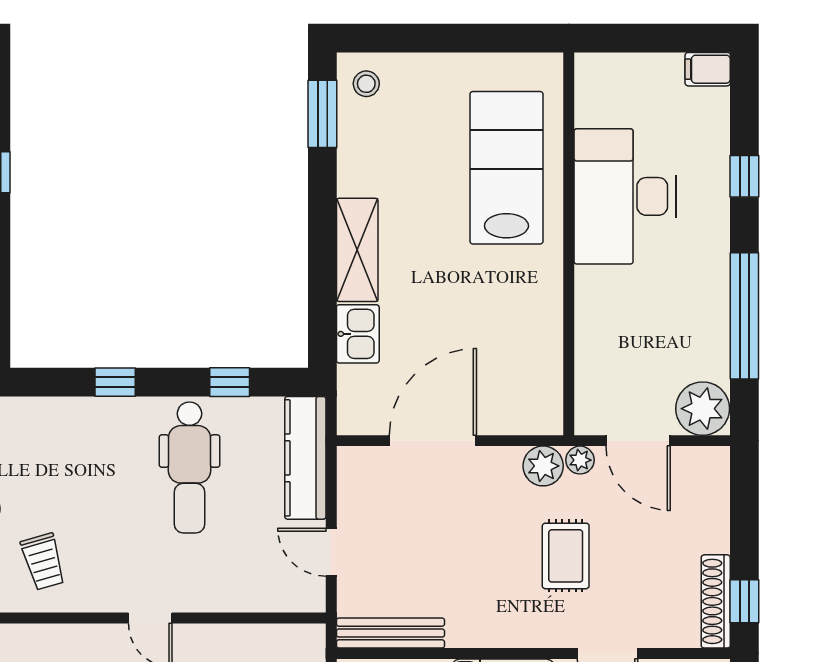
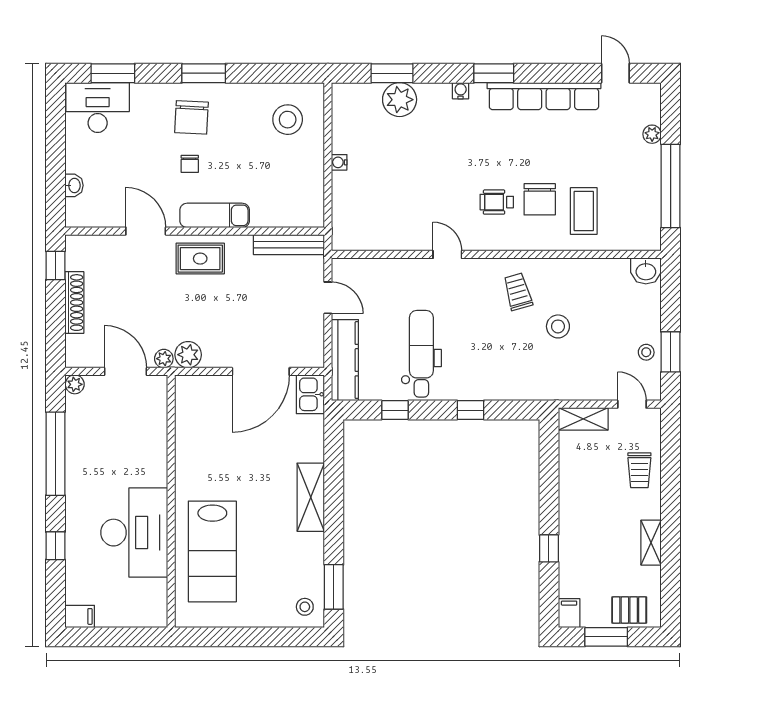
kitchen sink: (358, 334) -> (310, 394), moved
plant: (703, 409) -> (75, 384), width x0.53, depth x0.53
rug: (566, 556) -> (200, 259), moved, turned 90
shoe rack: (716, 601) -> (74, 303), moved

